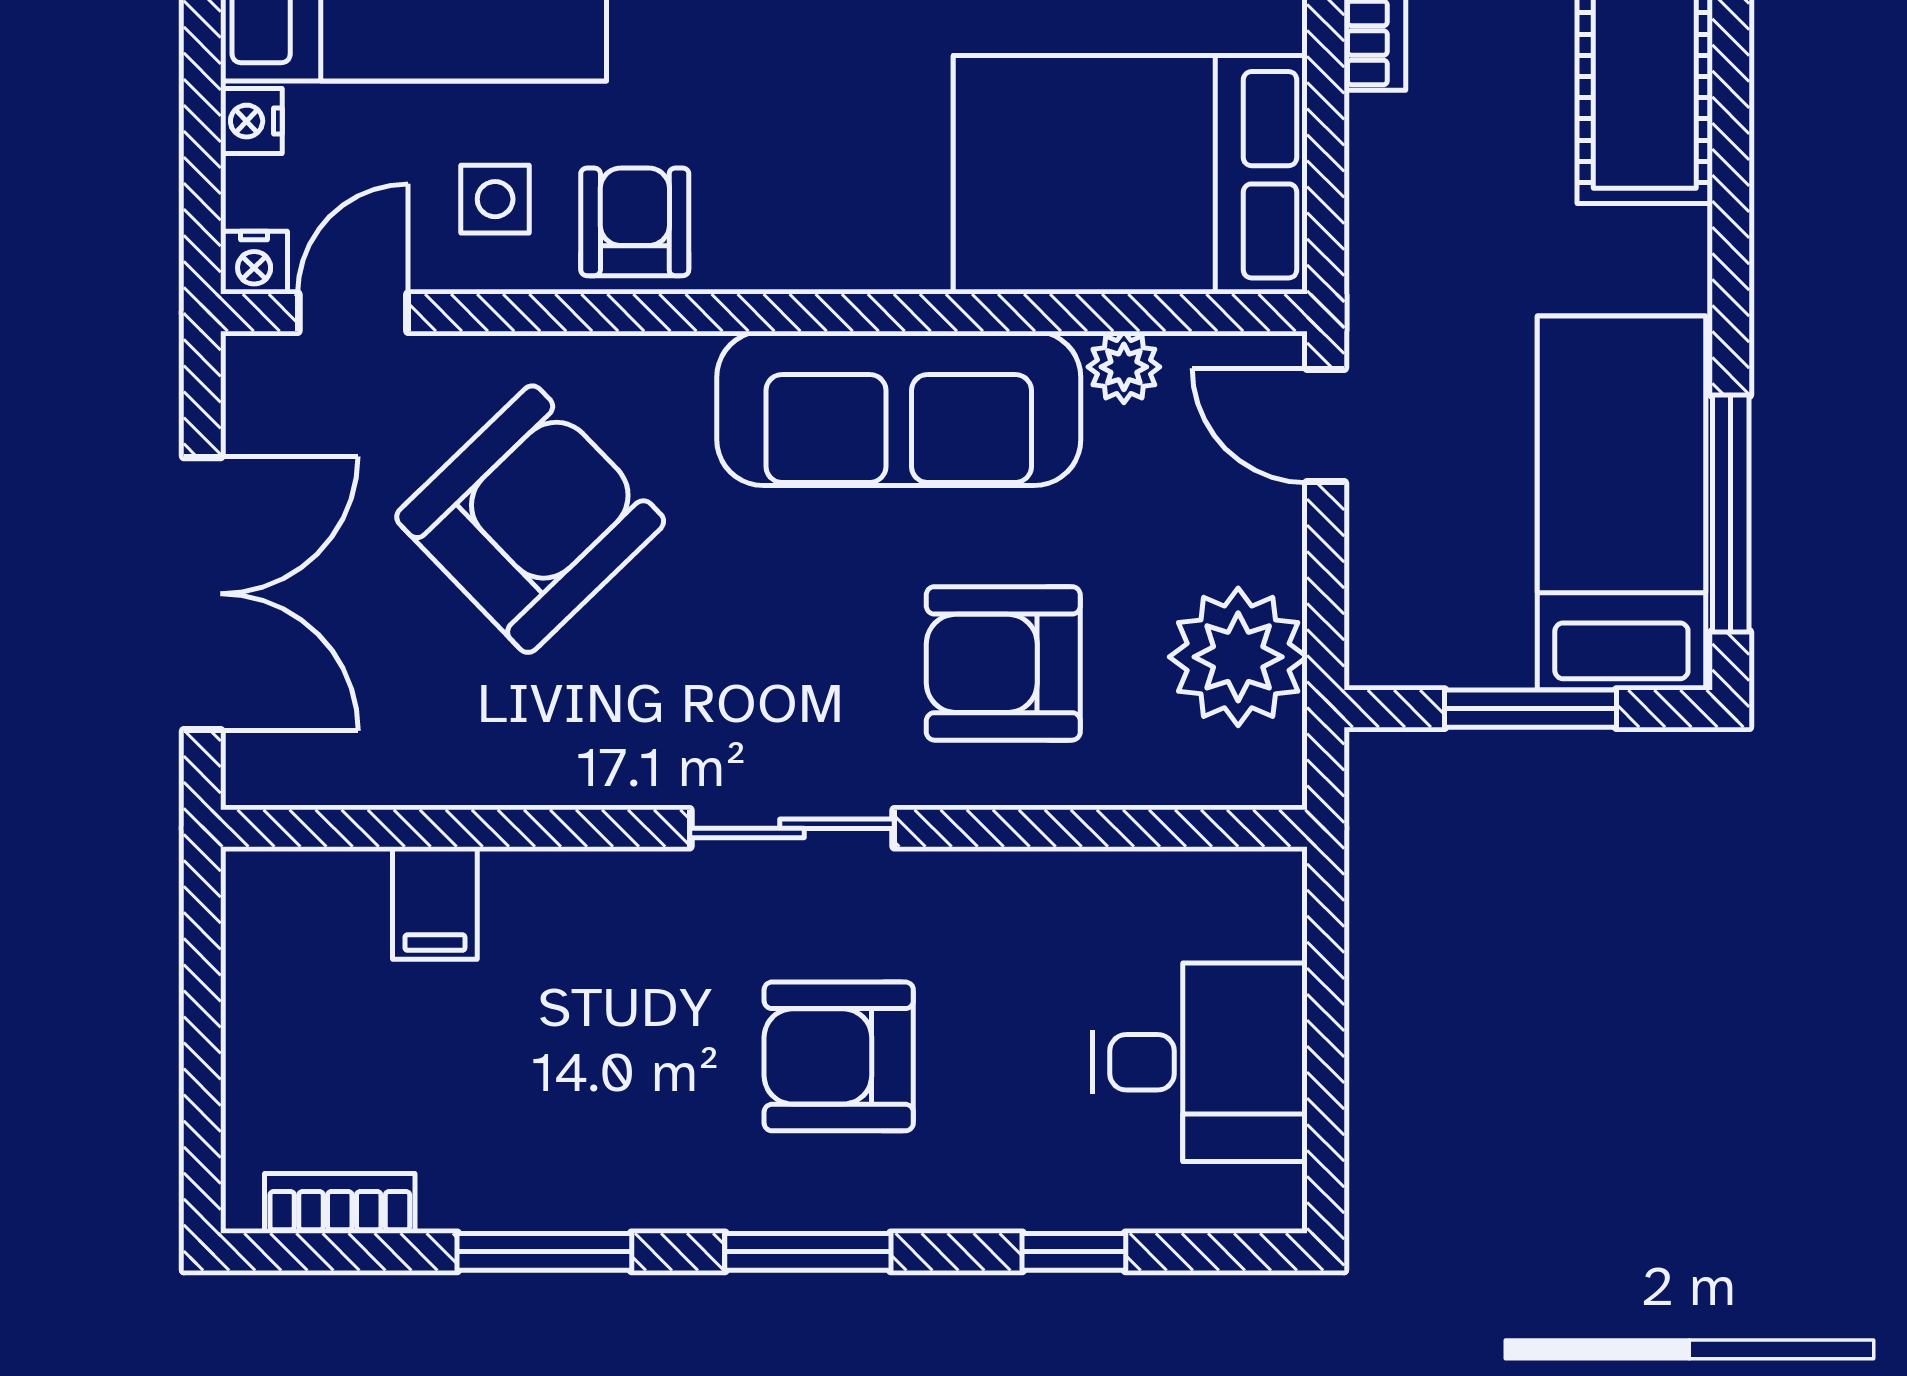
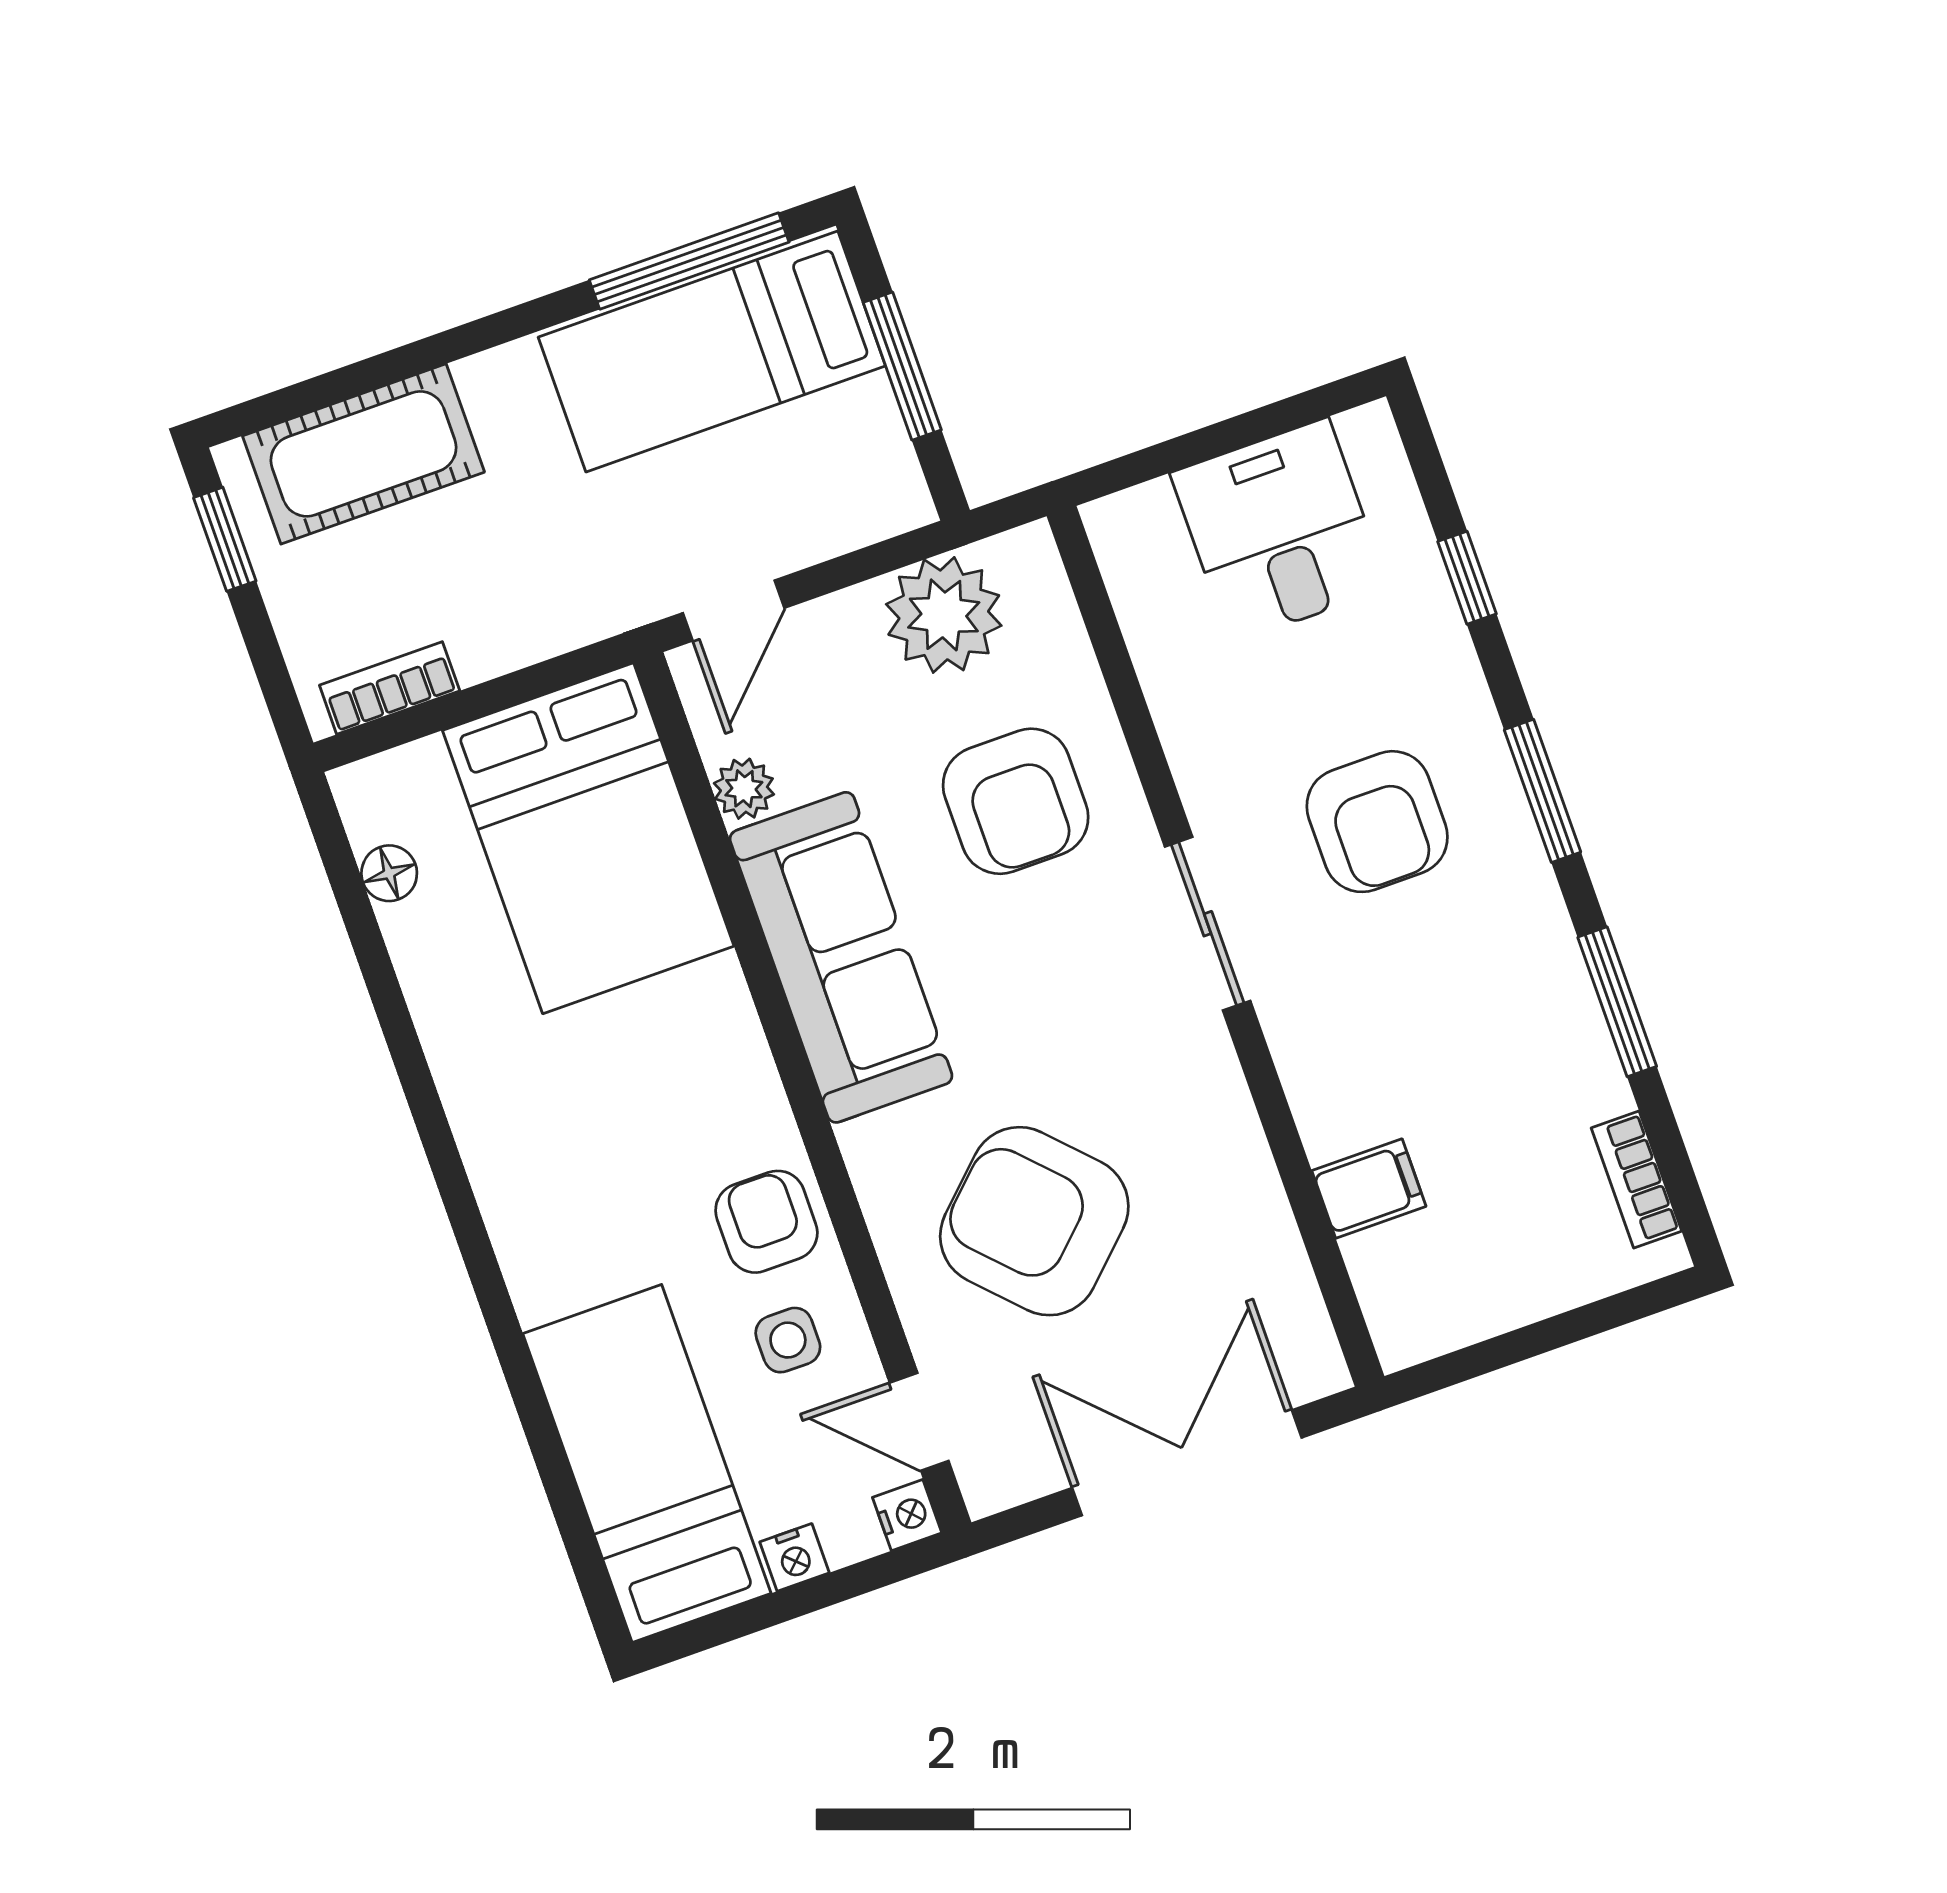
armchair: (635, 222) -> (766, 1222), turned 90

